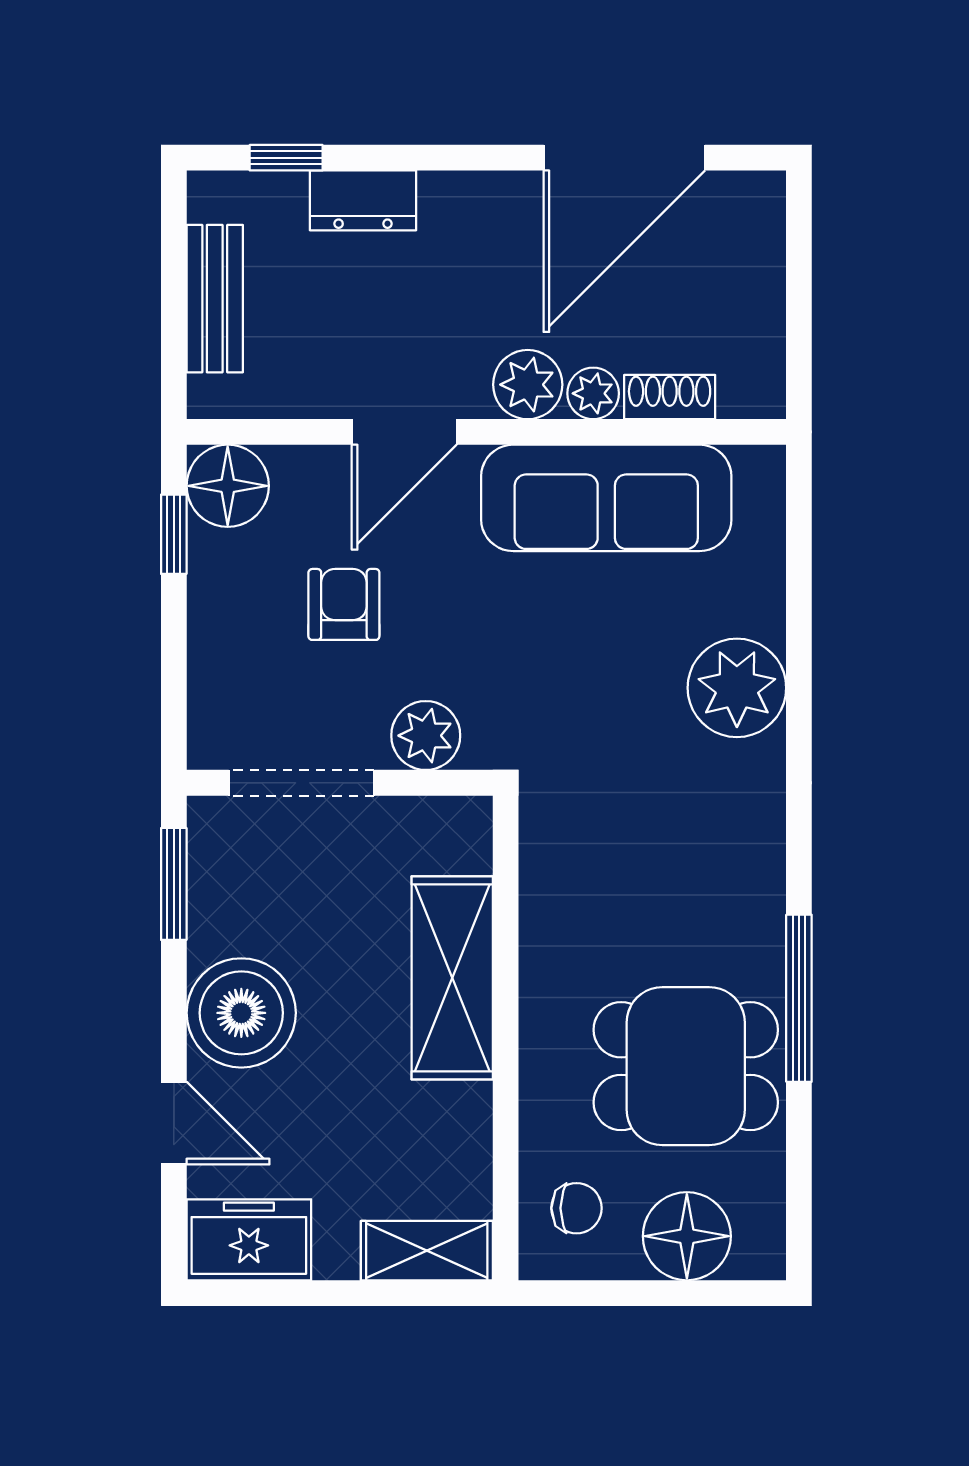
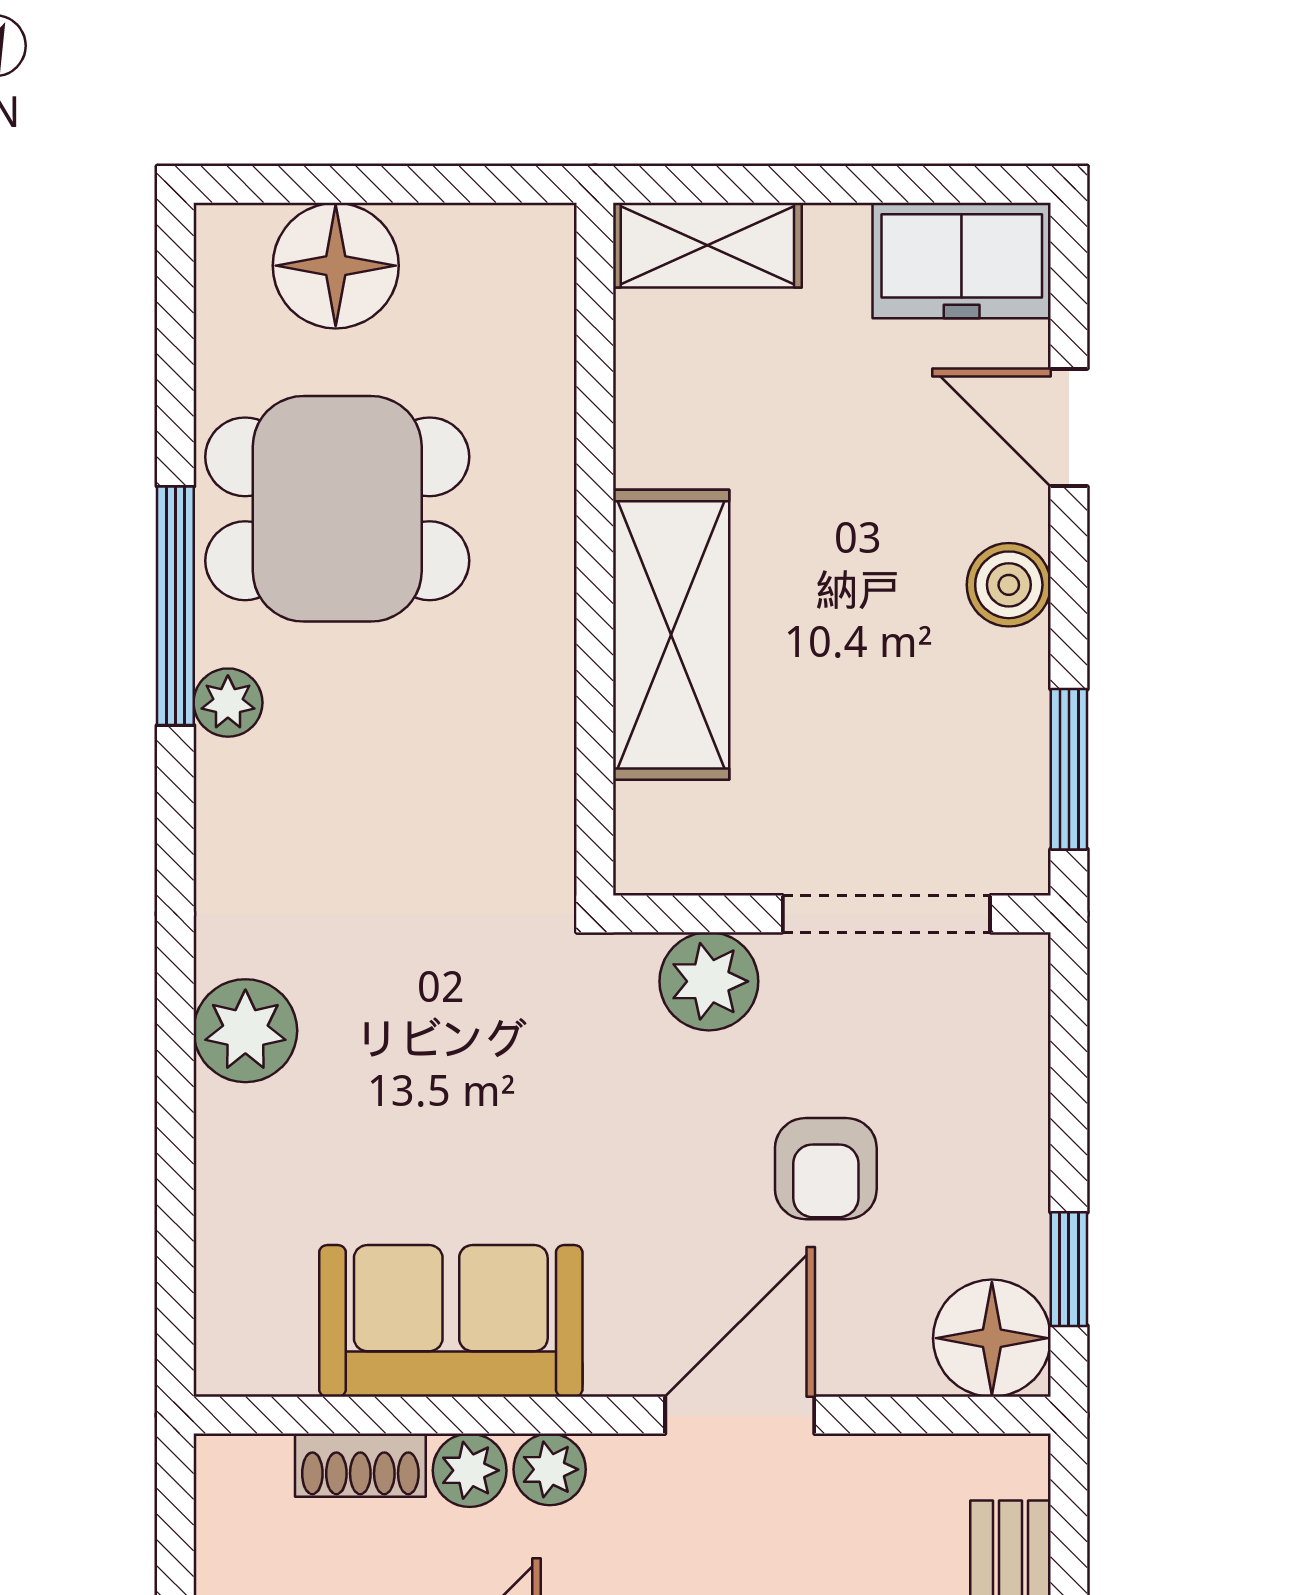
plant: (528, 385) -> (550, 1469), width x0.73, depth x0.73
sofa: (606, 498) -> (451, 1321), width x0.73
plant: (737, 688) -> (245, 1031), width x0.73, depth x0.73
plant: (762, 931) -> (228, 703), added
boiler: (241, 1013) -> (1009, 585), width x0.54, depth x0.54
chair: (577, 1208) -> (493, 306), removed

